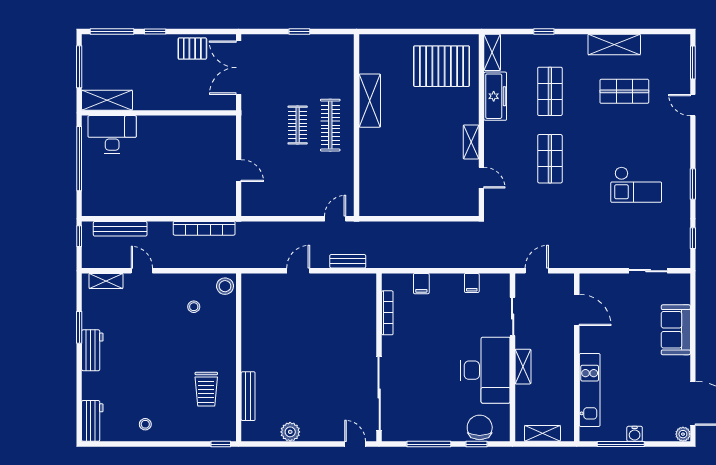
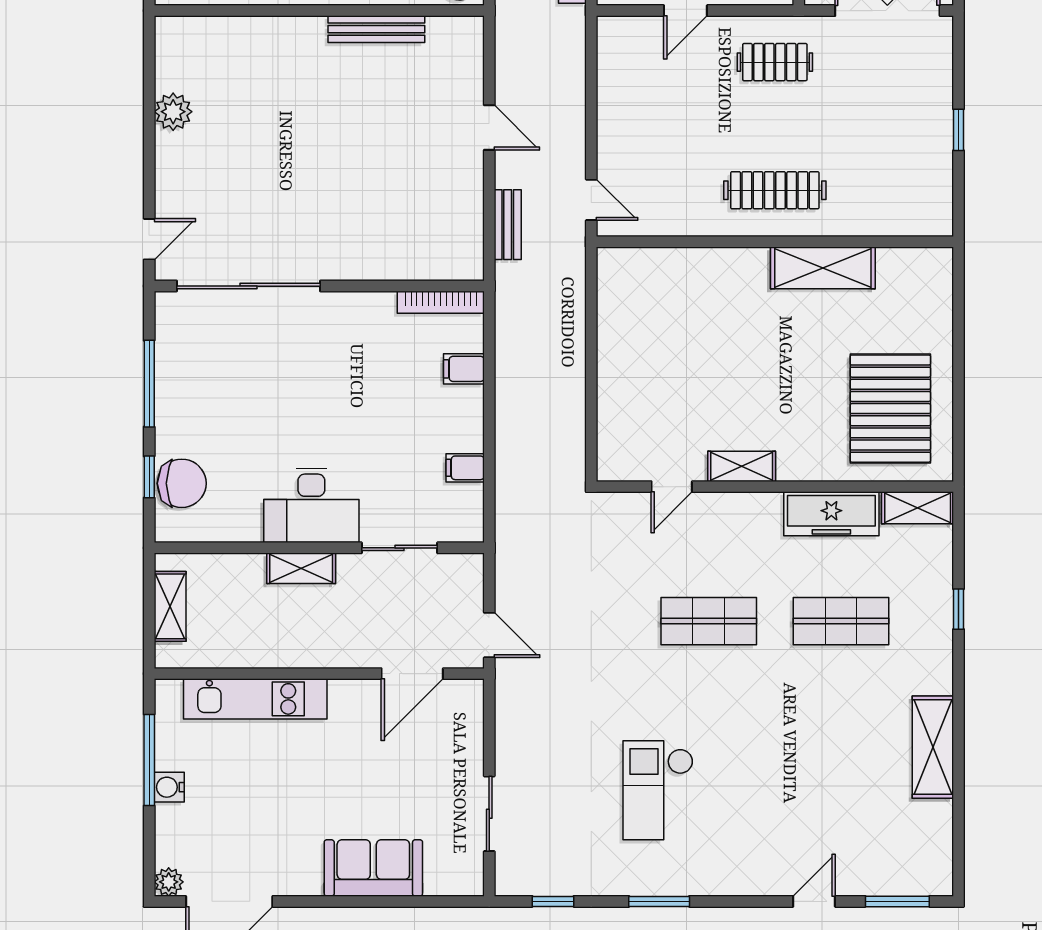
shop shelf: (624, 91) -> (841, 767), removed
clothes rail: (298, 125) -> (775, 62), moved
door: (537, 271) -> (489, 635), moved
bookcase: (387, 313) -> (441, 302), moved
desk: (485, 370) -> (311, 505), width x0.73, depth x0.77
bench: (248, 396) -> (376, 29), moved

